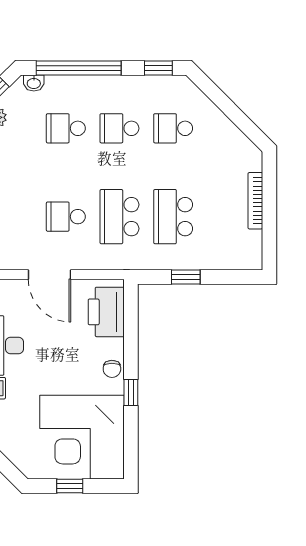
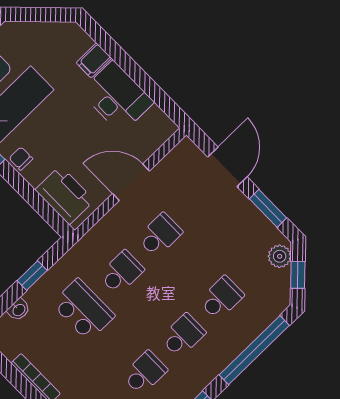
washbasin: (34, 83) -> (19, 310), moved, turned 180
school desk: (119, 217) -> (122, 272), width x0.54

